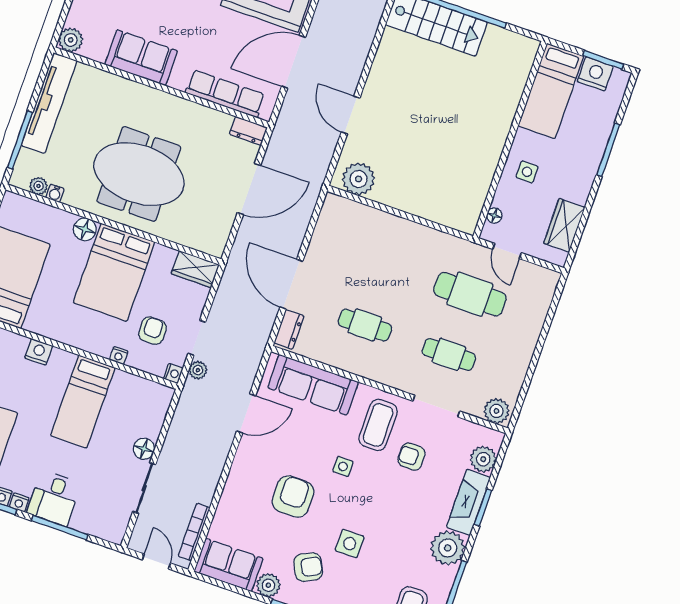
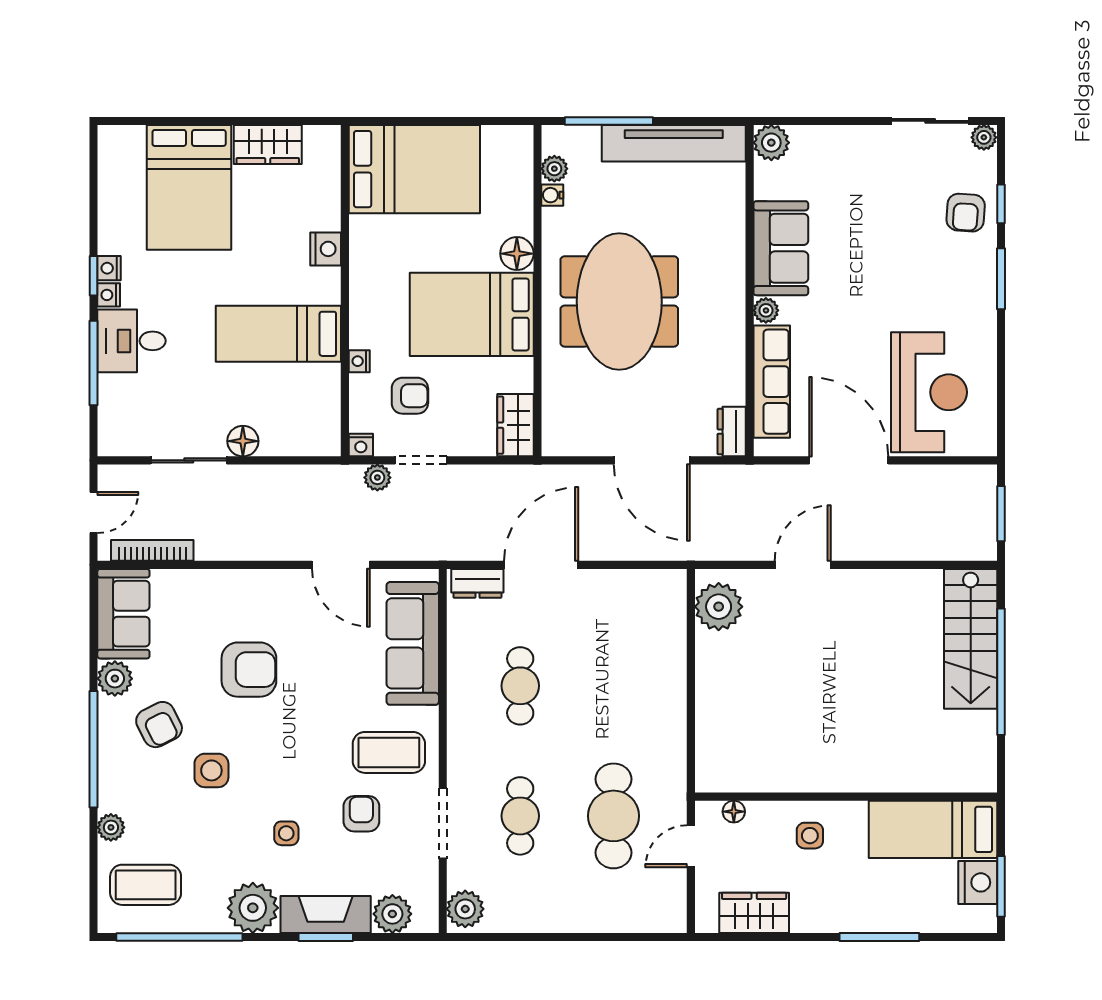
plant: (178, 81) -> (766, 310), added
side table: (343, 466) -> (286, 833), moved

